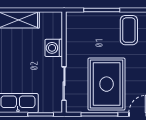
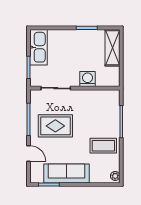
rug: (107, 84) -> (55, 126), width x0.73, depth x0.69

